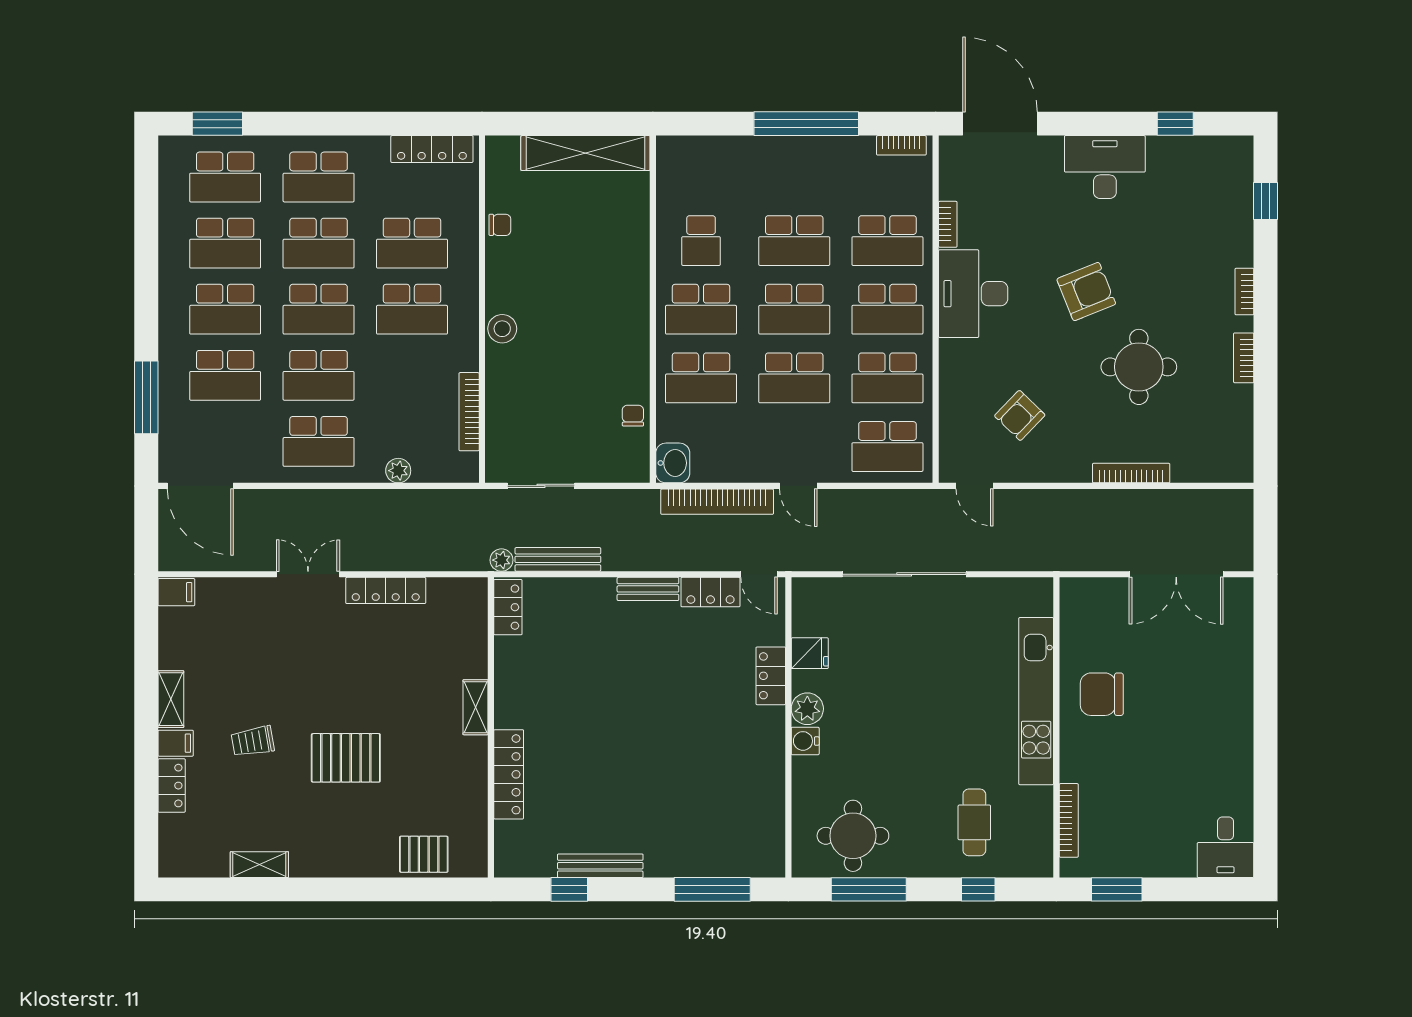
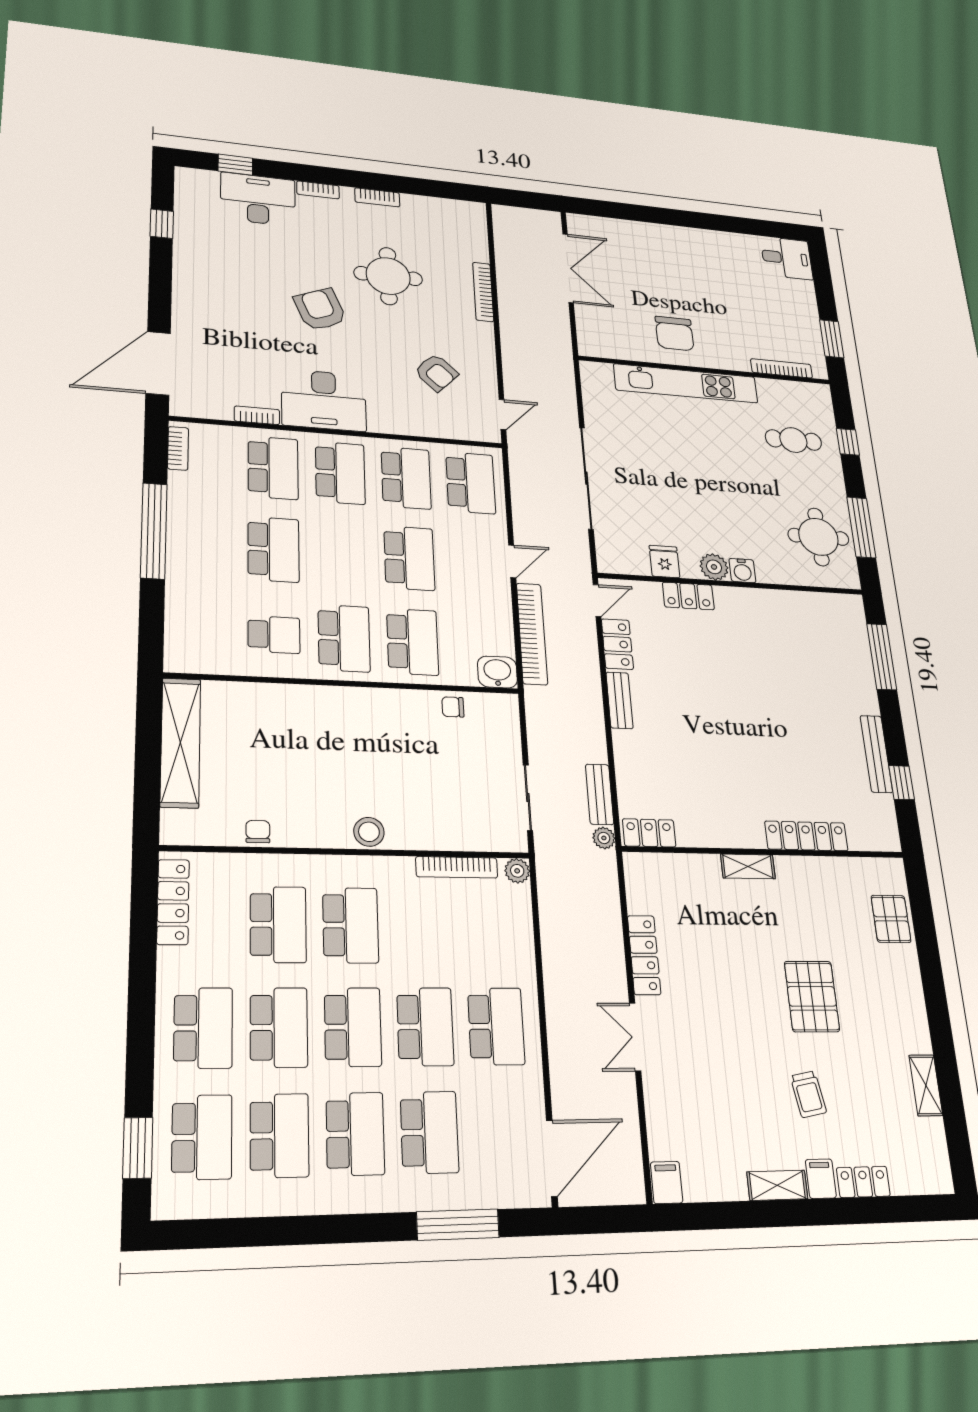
desk: (1105, 167) -> (258, 199), moved, turned 90
school desk: (794, 309) -> (342, 554), removed
plant: (398, 471) -> (517, 871), moved
bench: (558, 559) -> (600, 794), width x0.73

